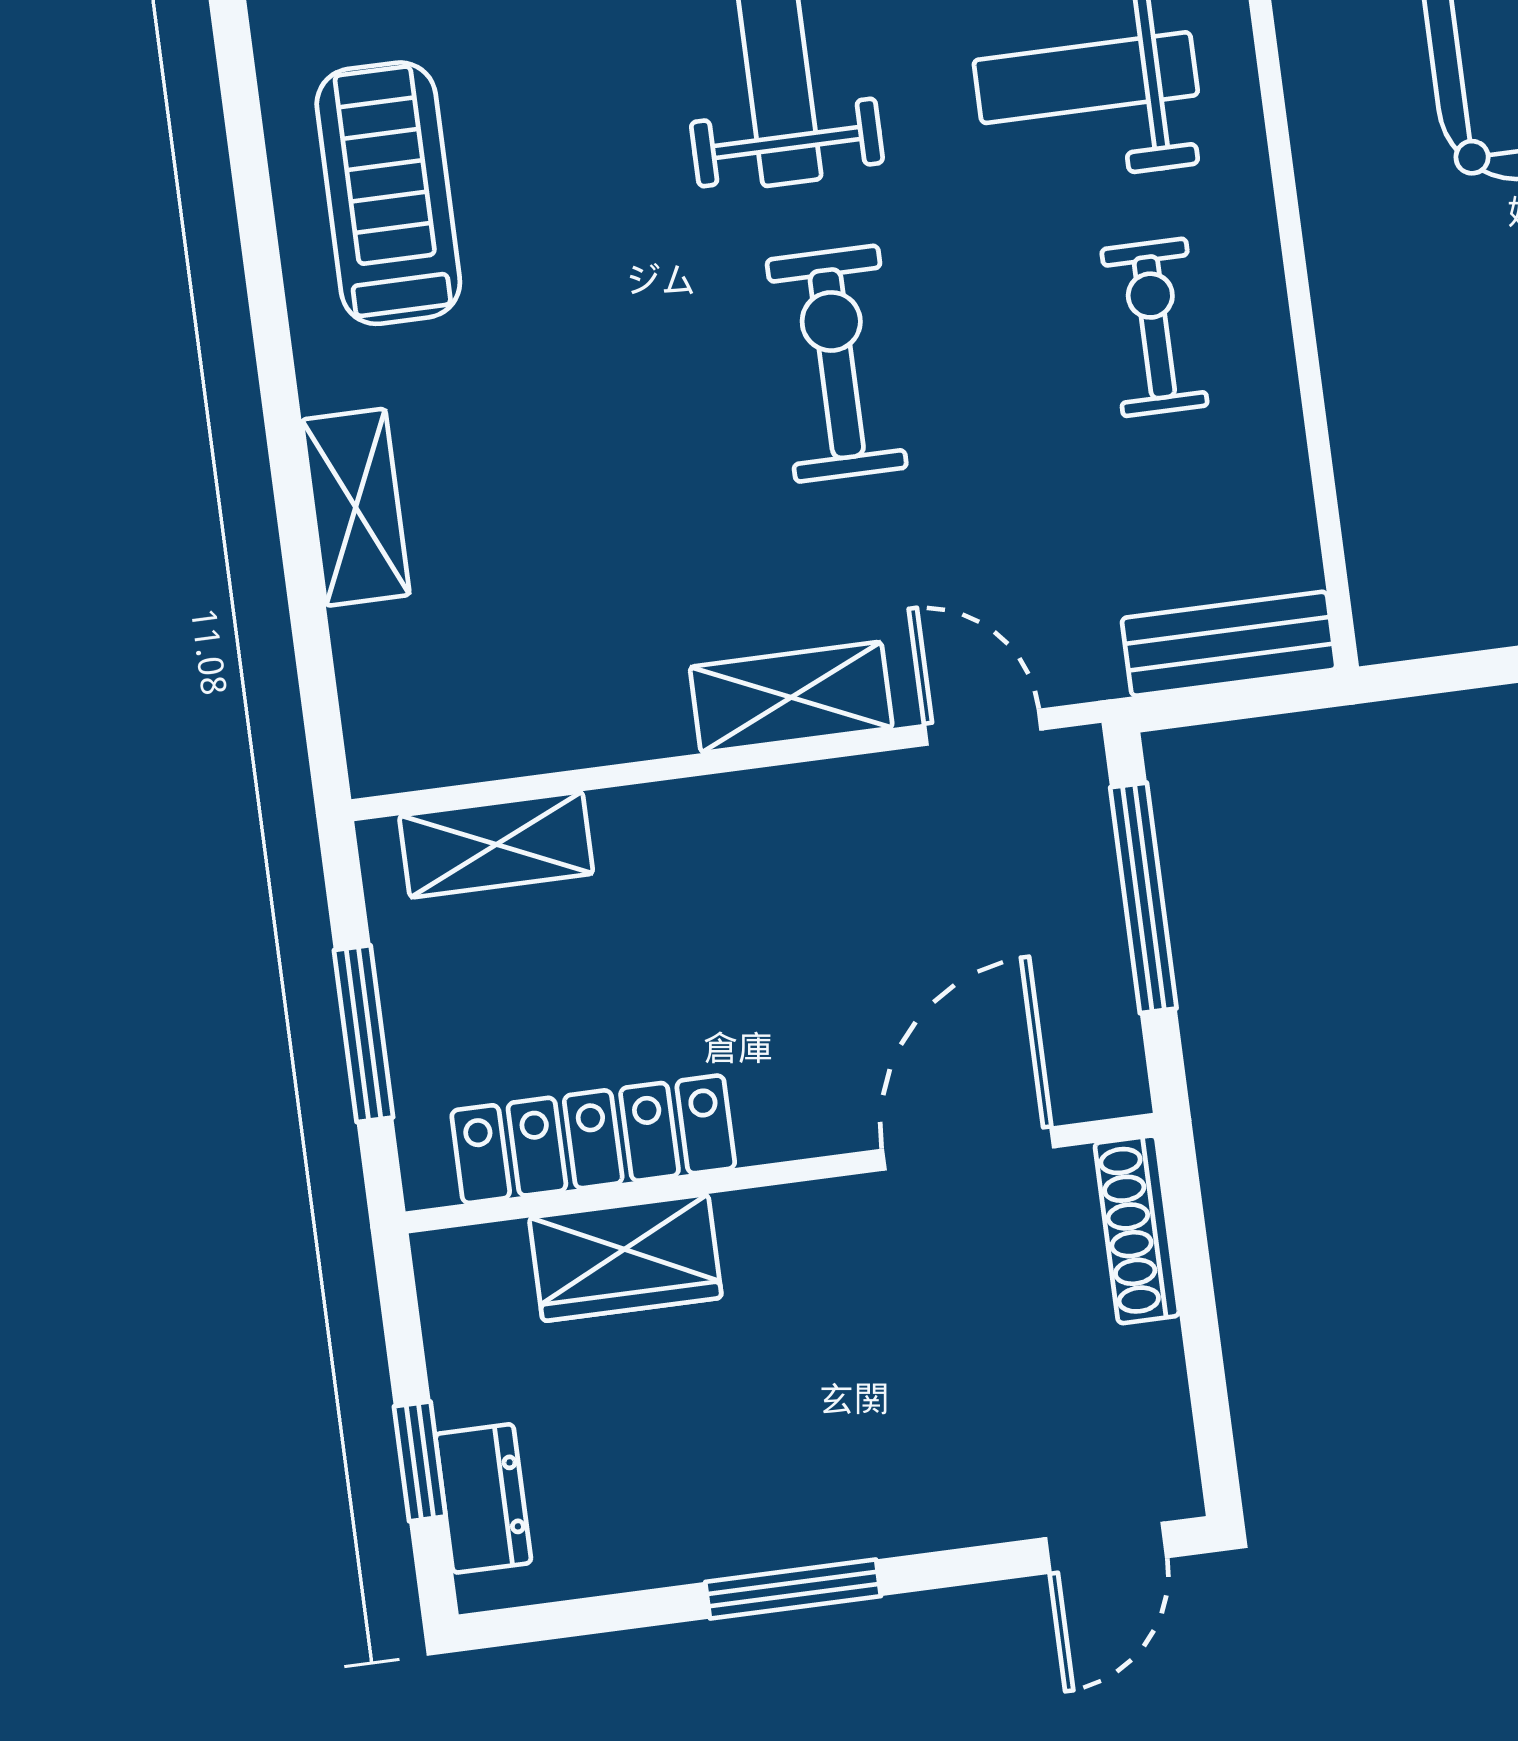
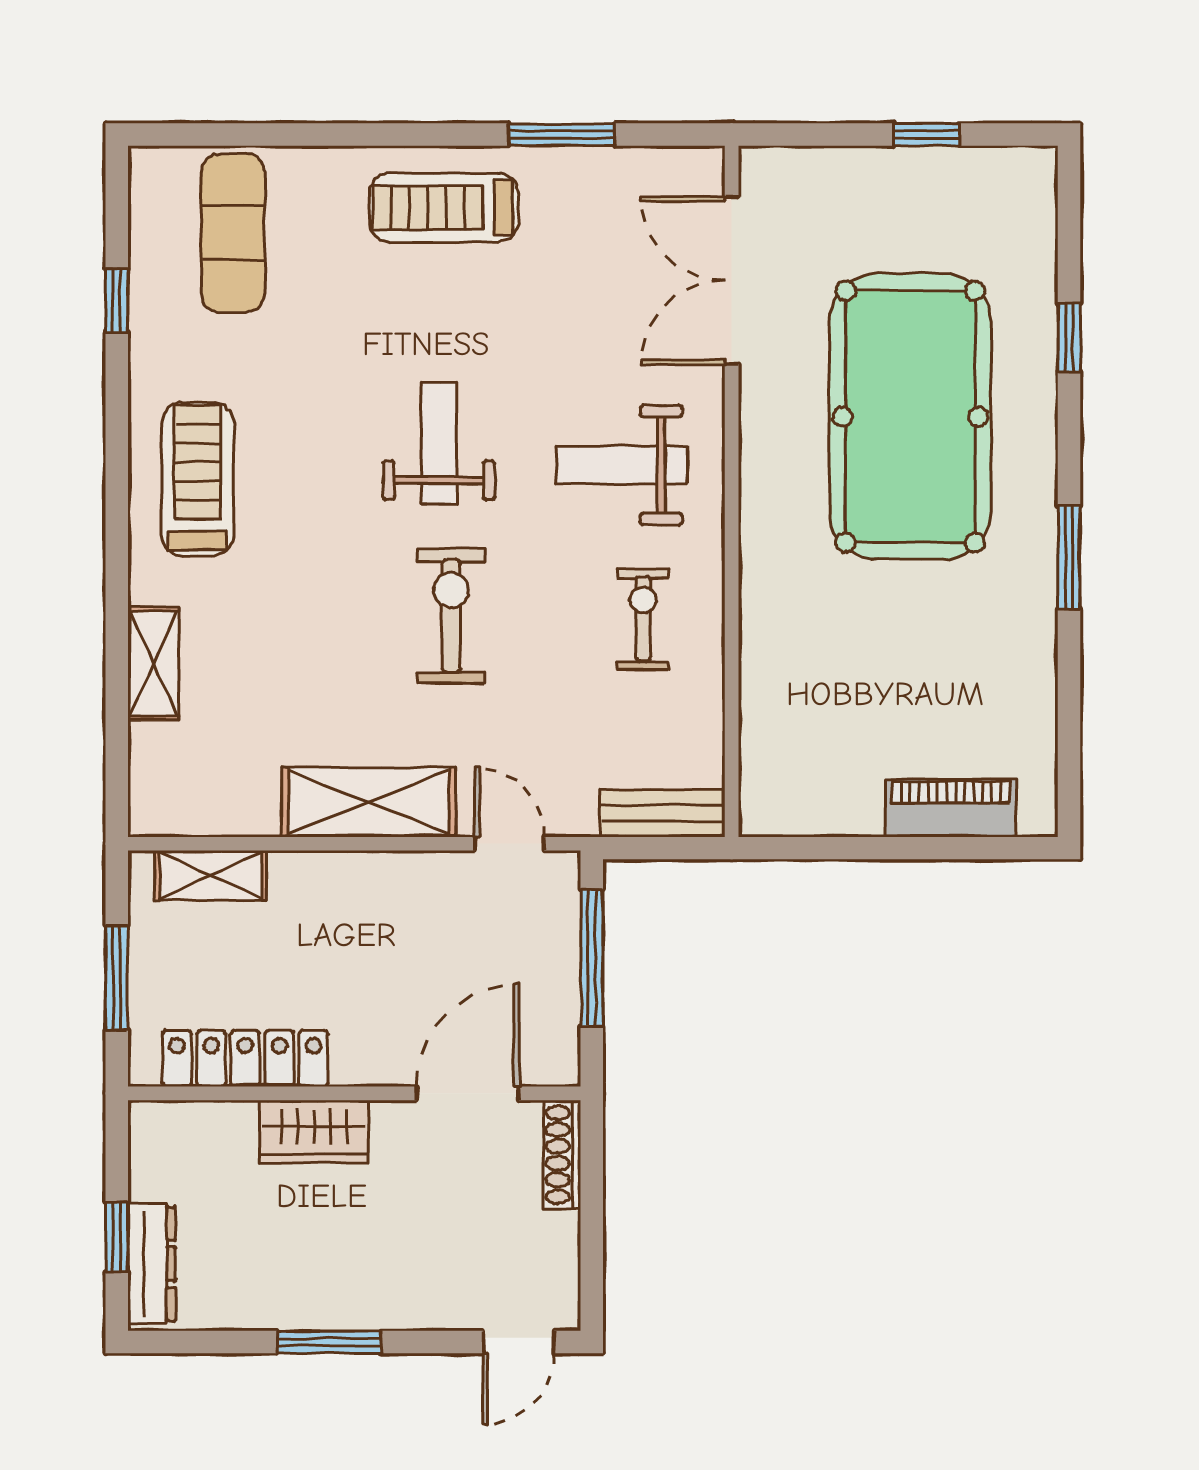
shelving: (791, 697) -> (369, 802), width x1.50, depth x1.33
wardrobe: (625, 1258) -> (314, 1131), moved
dresser: (483, 1498) -> (152, 1264), width x1.44

